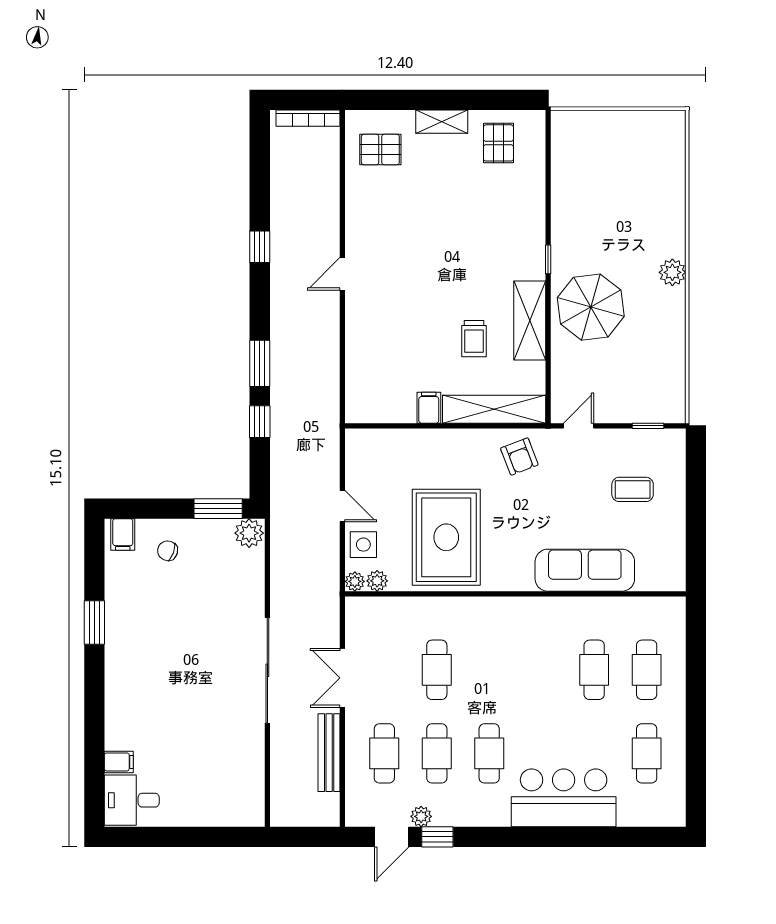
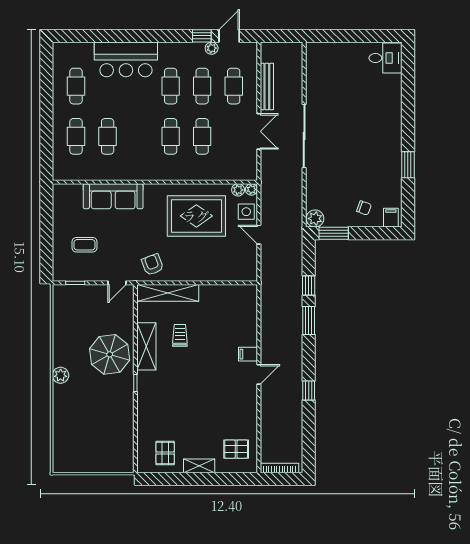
filing cabinet: (429, 408) -> (248, 354), moved, turned 90
rug: (446, 537) -> (196, 216), turned 90
cafe table: (489, 670) -> (171, 136), added
filing cabinet: (119, 762) -> (393, 81), removed

